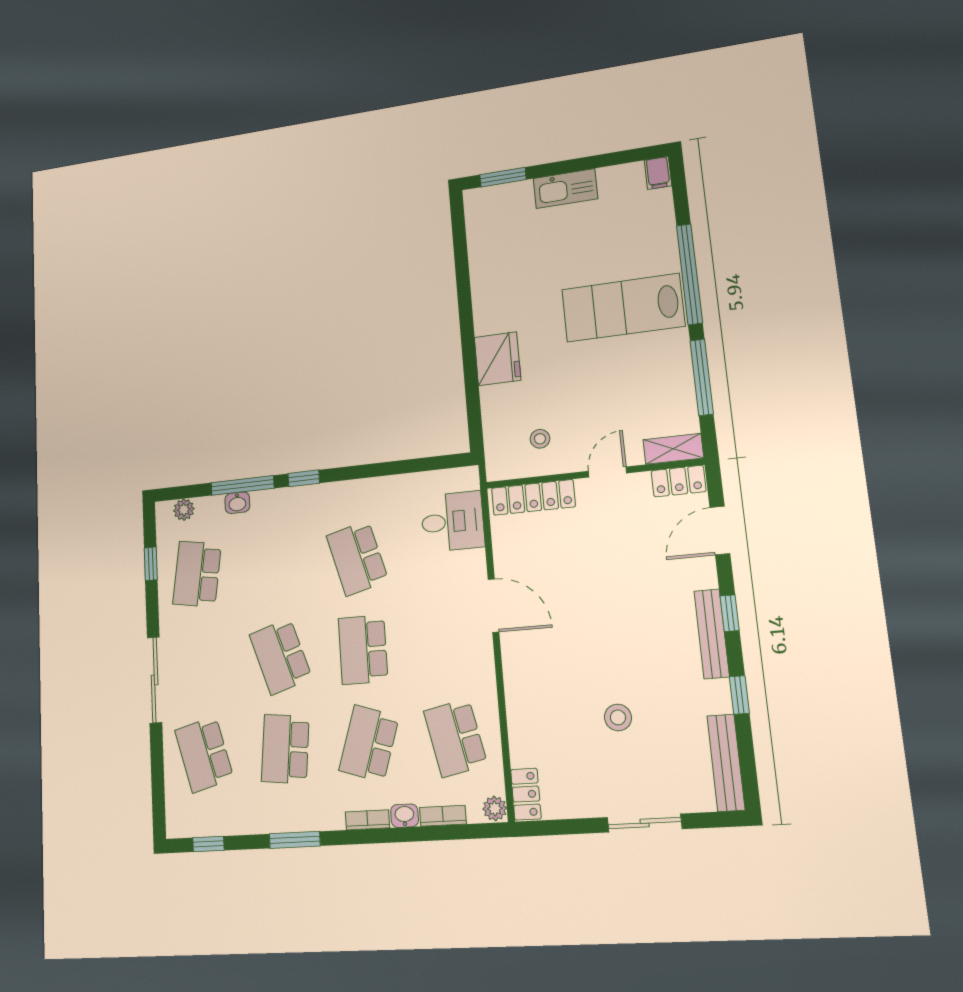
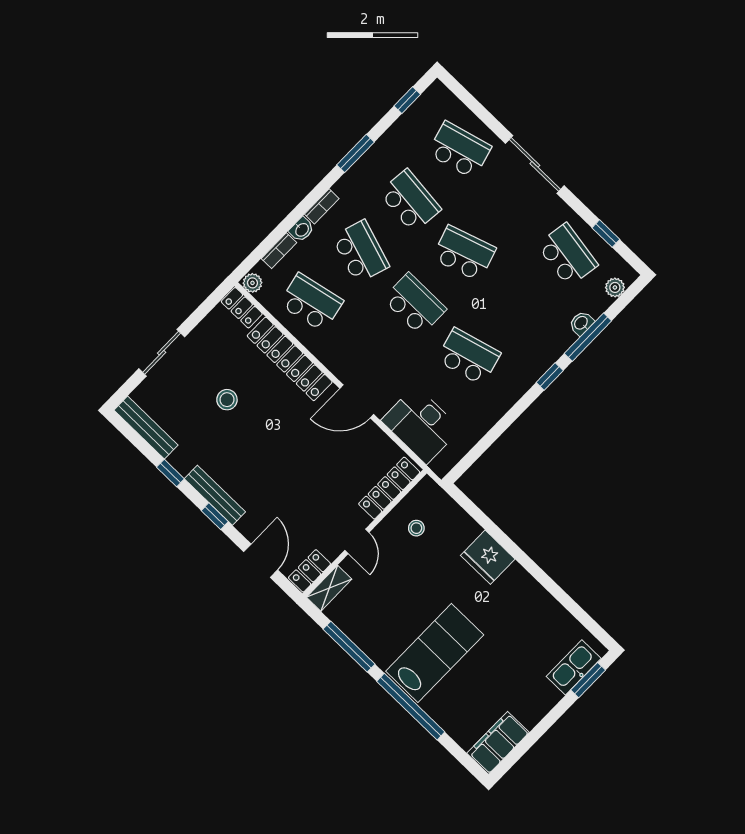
filing cabinet: (658, 173) -> (498, 743), width x3.00, depth x1.17
kitchen sink: (565, 189) -> (574, 667), moved
desk: (452, 522) -> (421, 425), width x1.37
locker: (522, 702) -> (290, 359), added

